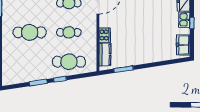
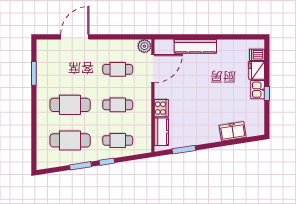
freezer: (183, 45) -> (233, 131), moved, turned 81
cafe table: (30, 62) -> (70, 140), added
cafe table: (69, 62) -> (118, 140), width x0.73, depth x0.74

